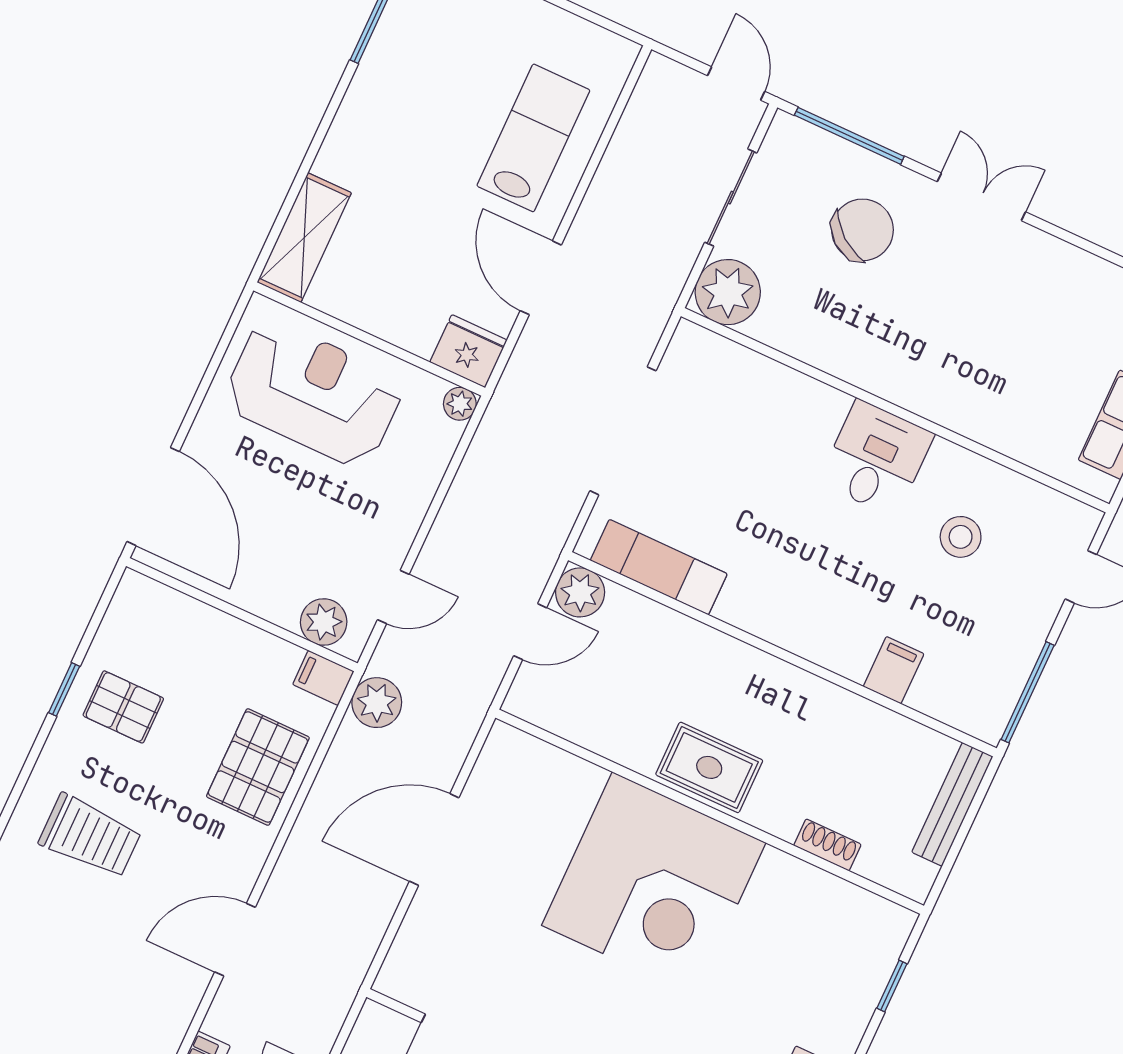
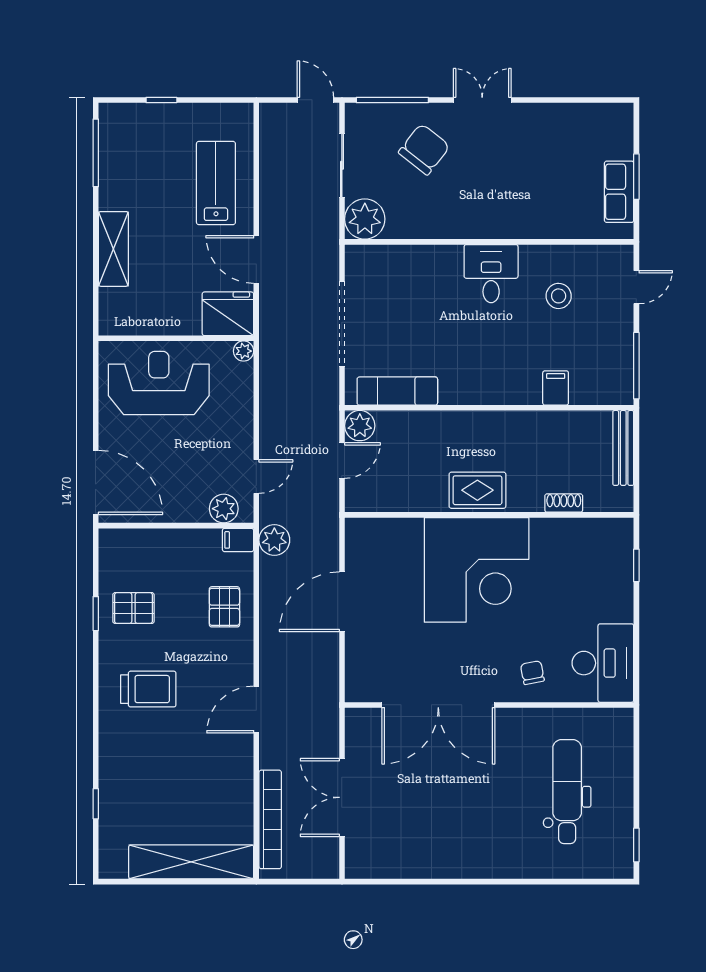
shelving: (304, 238) -> (113, 249), moved
fridge: (468, 351) -> (228, 314), width x1.36, depth x1.34
pallet: (258, 767) -> (224, 607), width x0.67, depth x0.71

